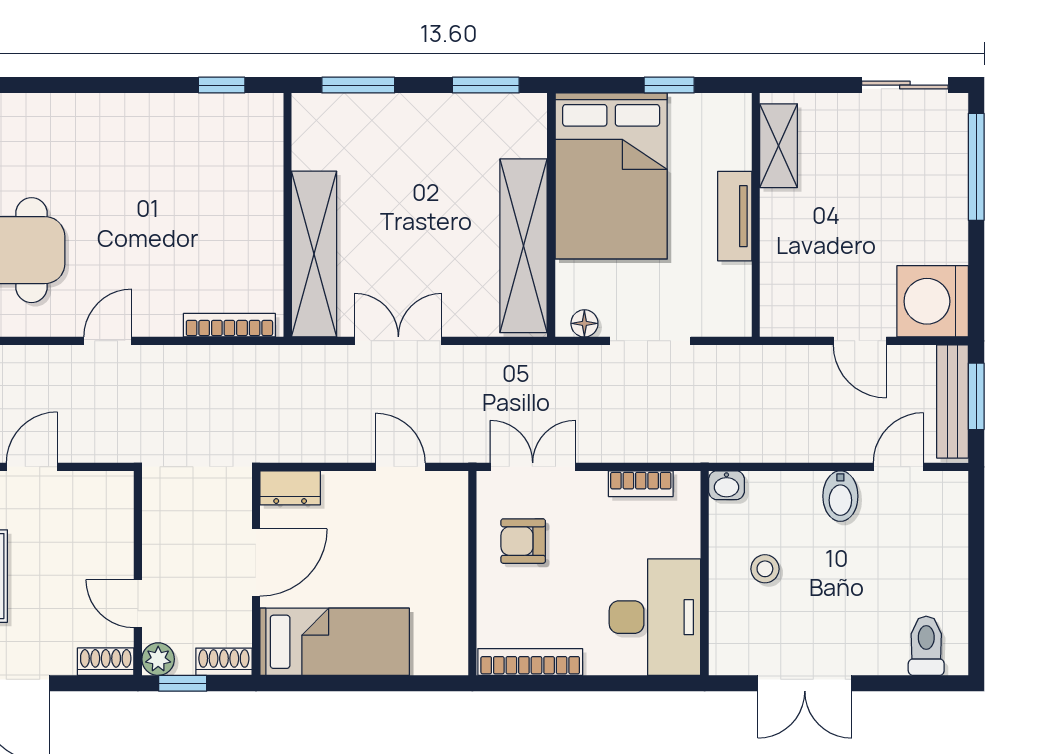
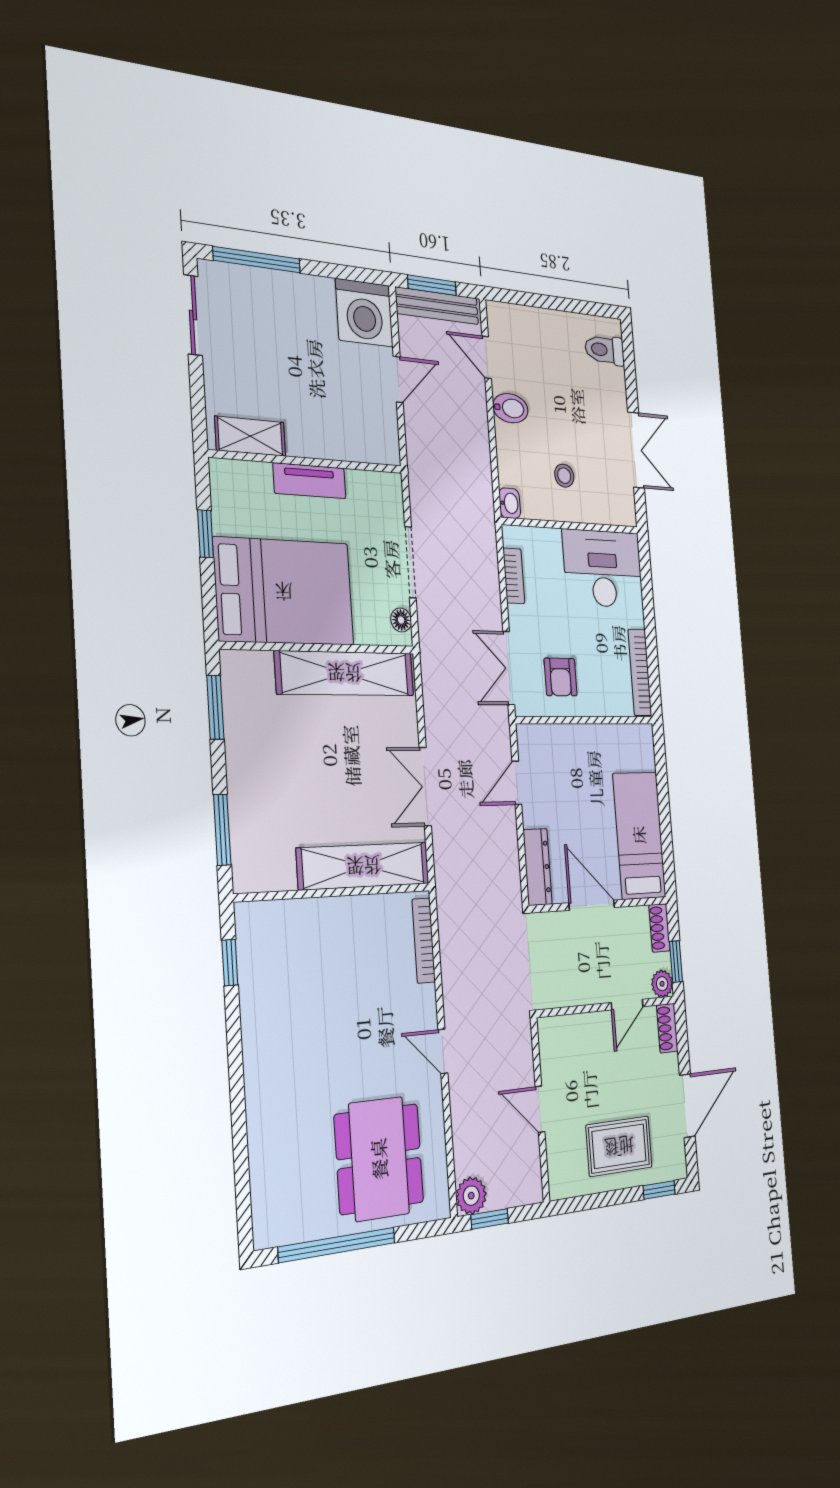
dresser: (290, 488) -> (538, 867), width x1.44

